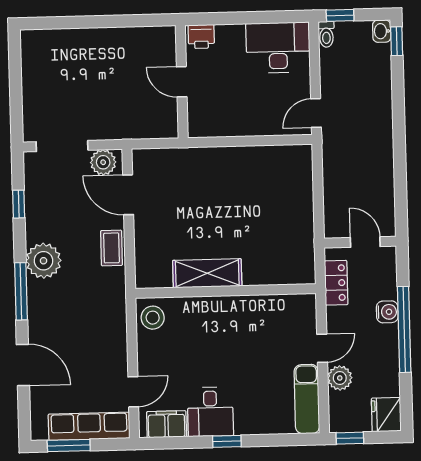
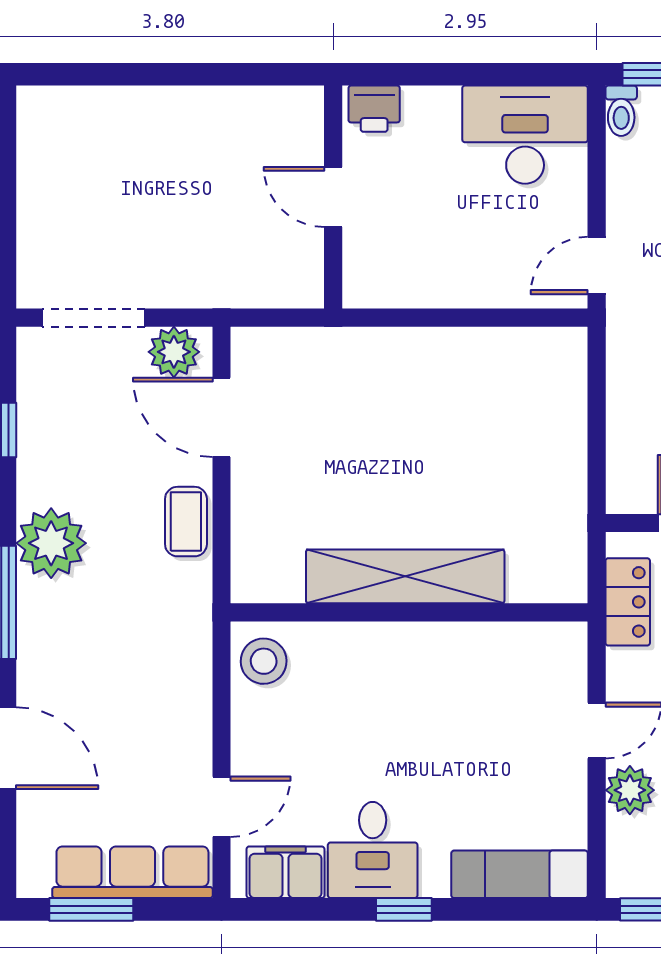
shelving: (207, 273) -> (405, 576), width x1.47
exam couch: (307, 399) -> (520, 874), moved, turned 90

